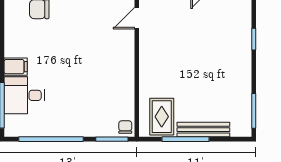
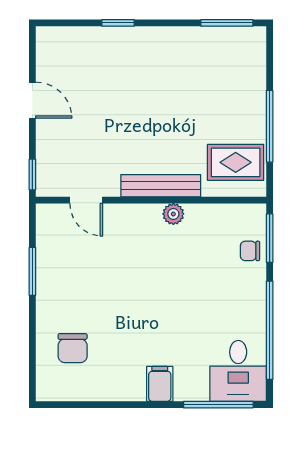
plant: (128, 76) -> (173, 214), added
desk: (24, 95) -> (238, 371), moved
chair: (125, 127) -> (250, 251), moved
bench: (203, 130) -> (161, 186), moved, turned 90

